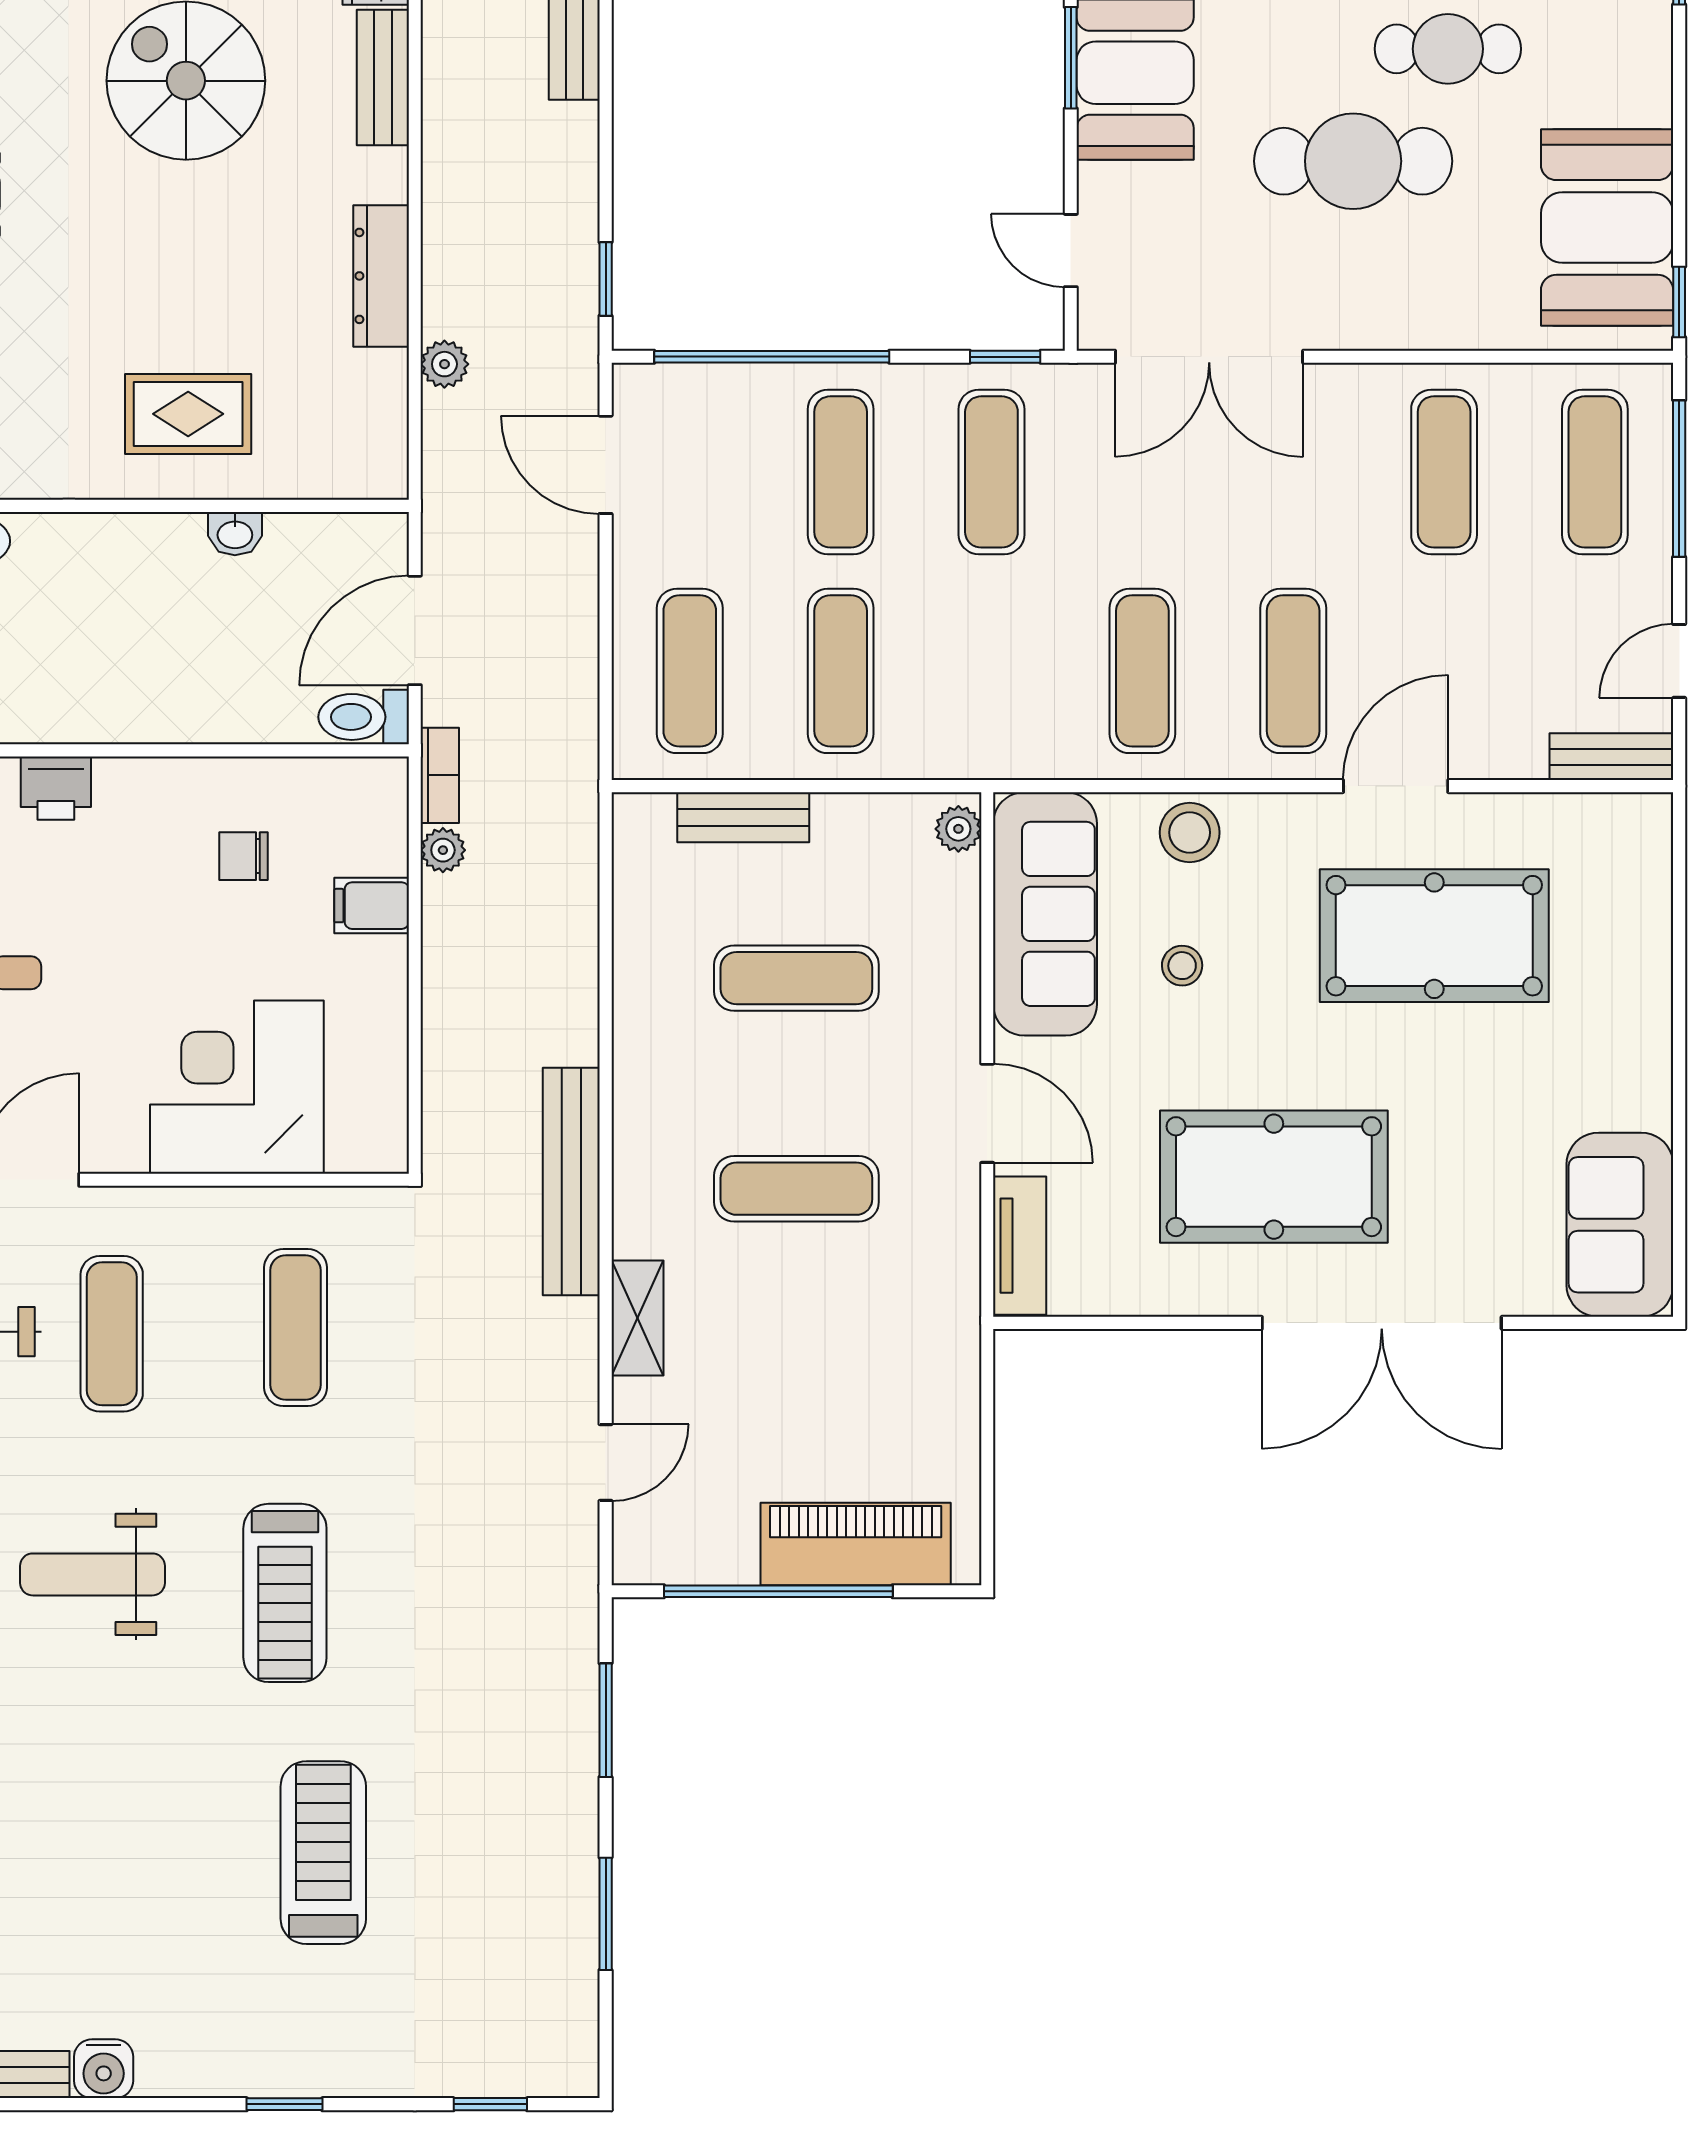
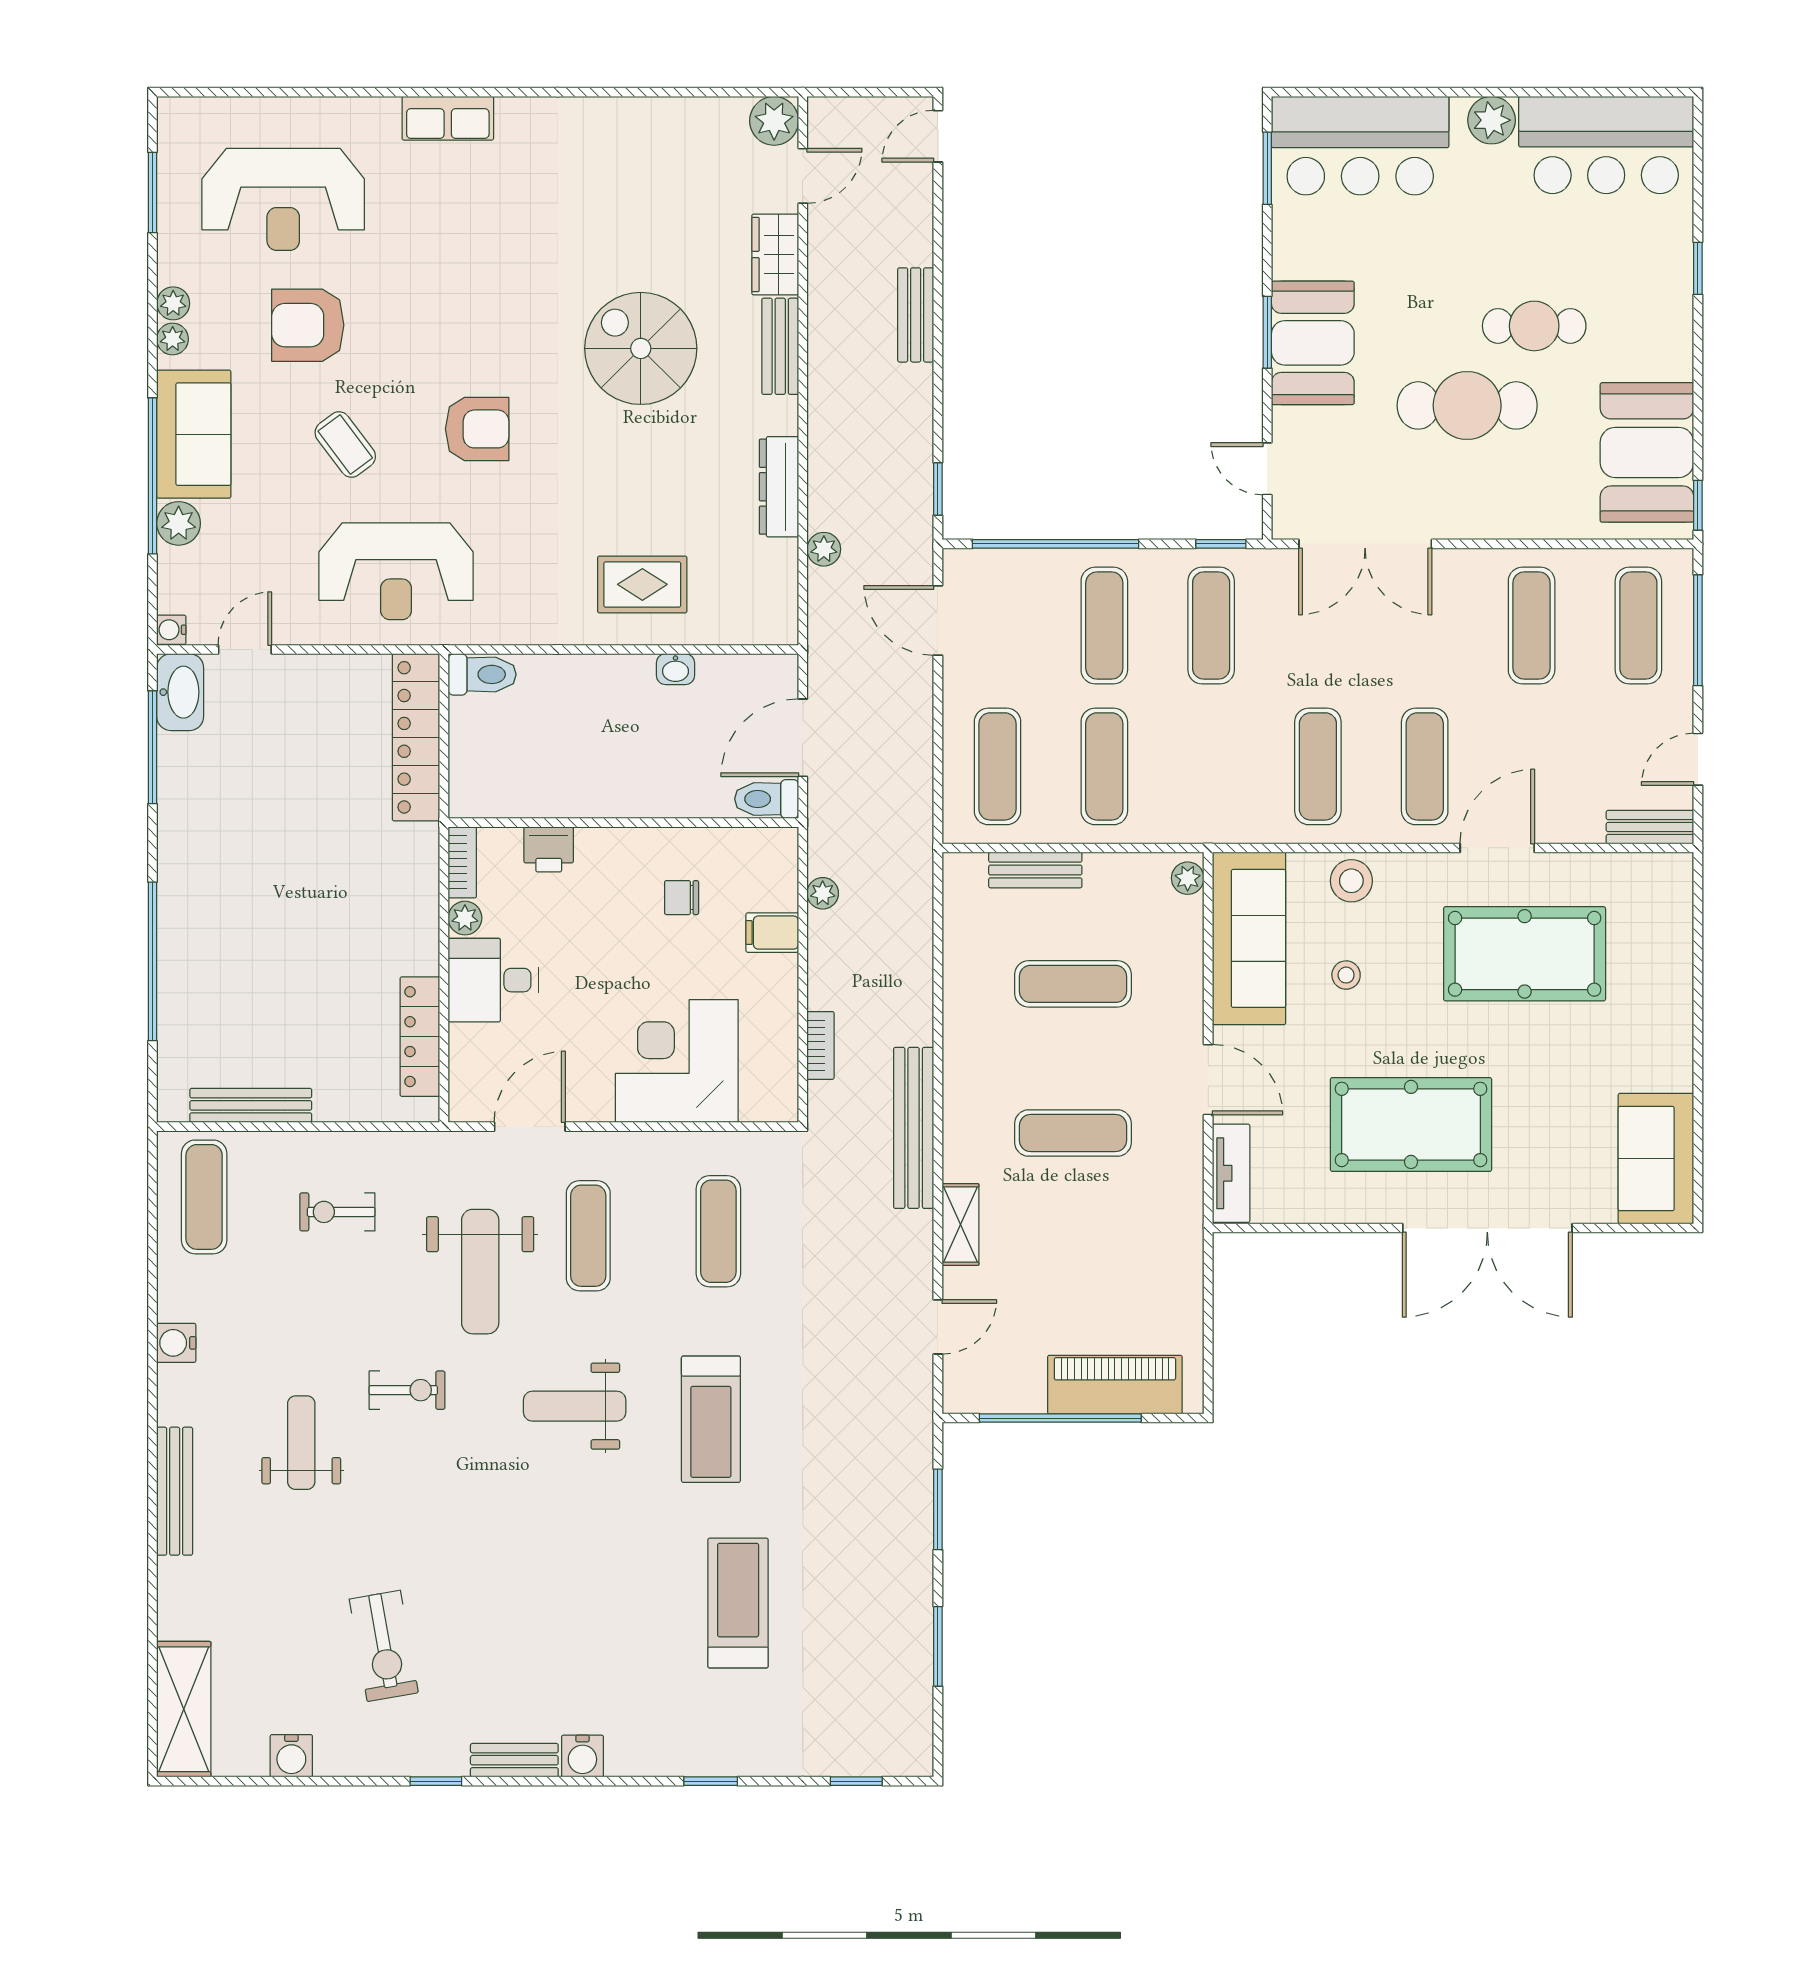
bookcase: (440, 775) -> (821, 1045), moved

